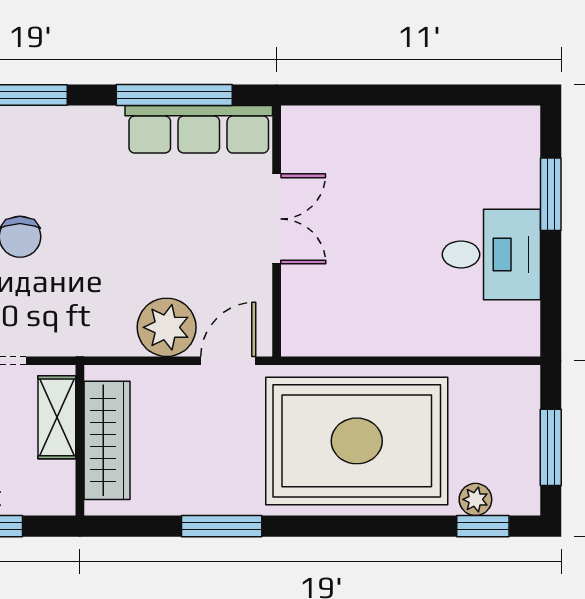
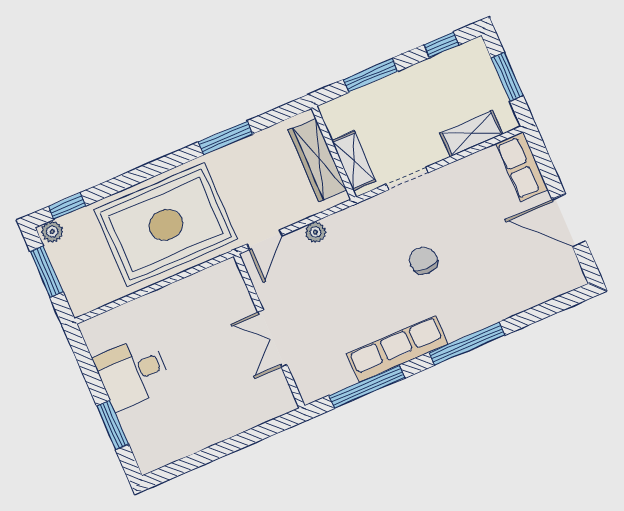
row of seats: (199, 129) -> (397, 349), moved
plant: (167, 327) -> (315, 232), width x0.53, depth x0.53
plant: (475, 499) -> (52, 232), moved

